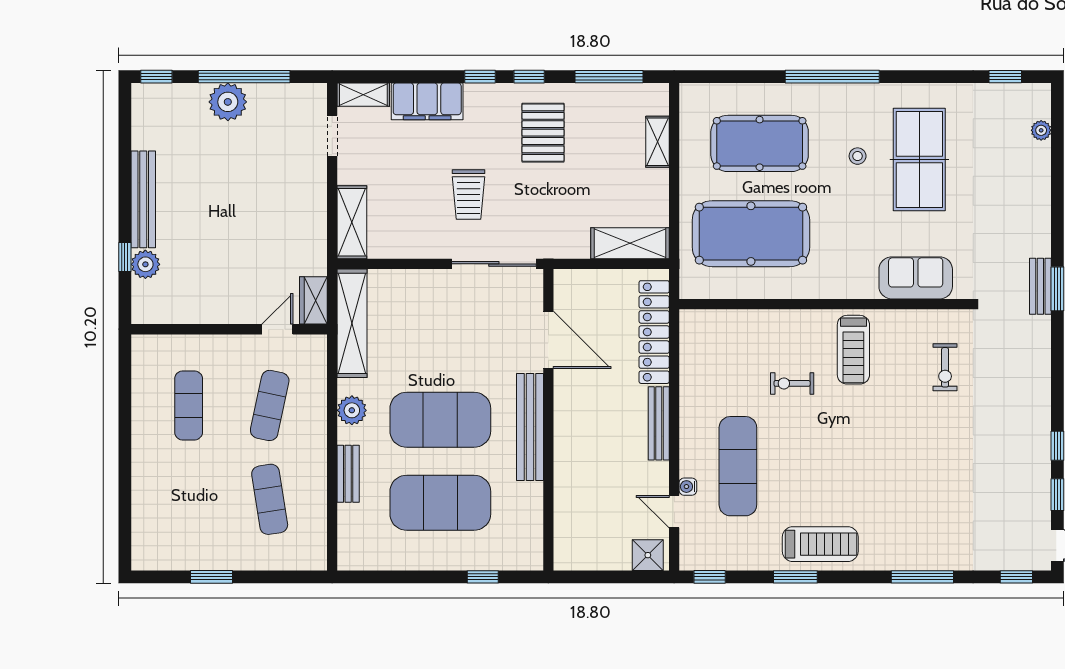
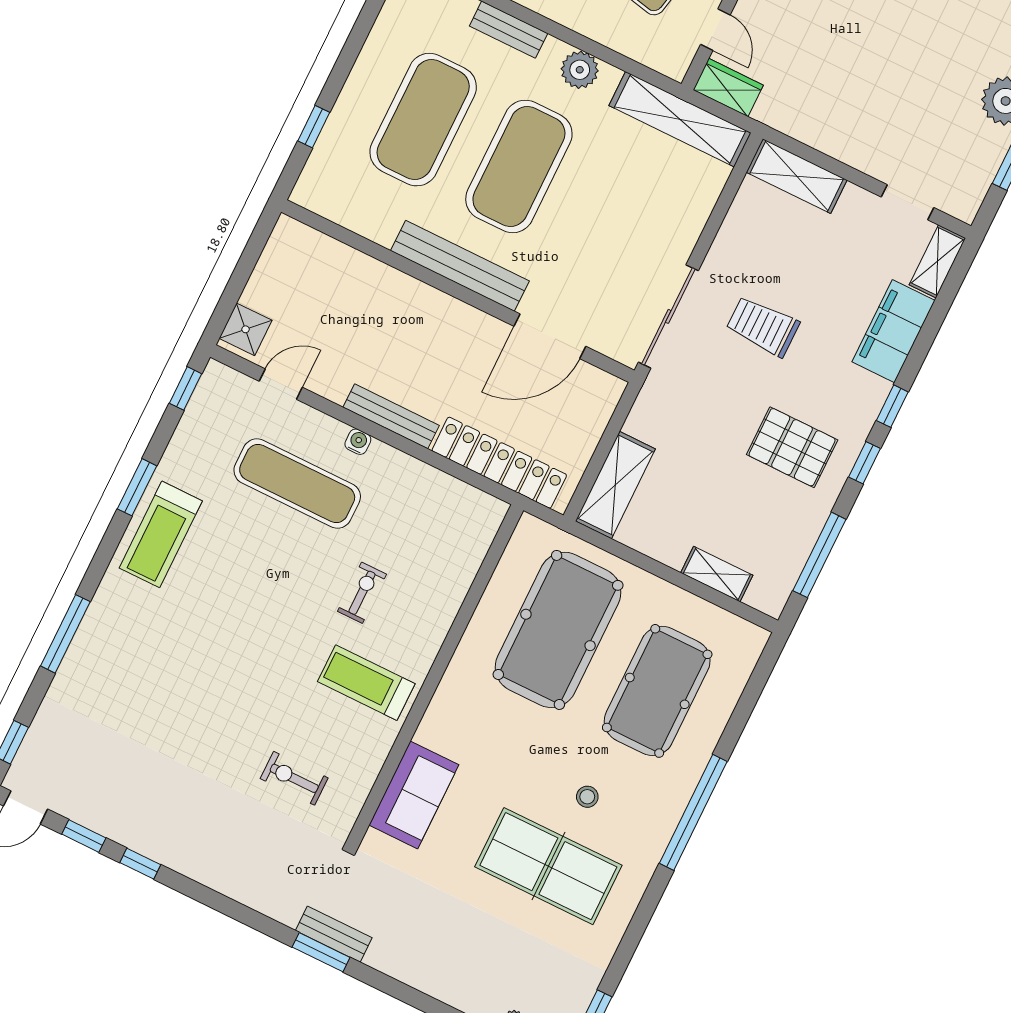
water cooler: (688, 487) -> (358, 442), moved

